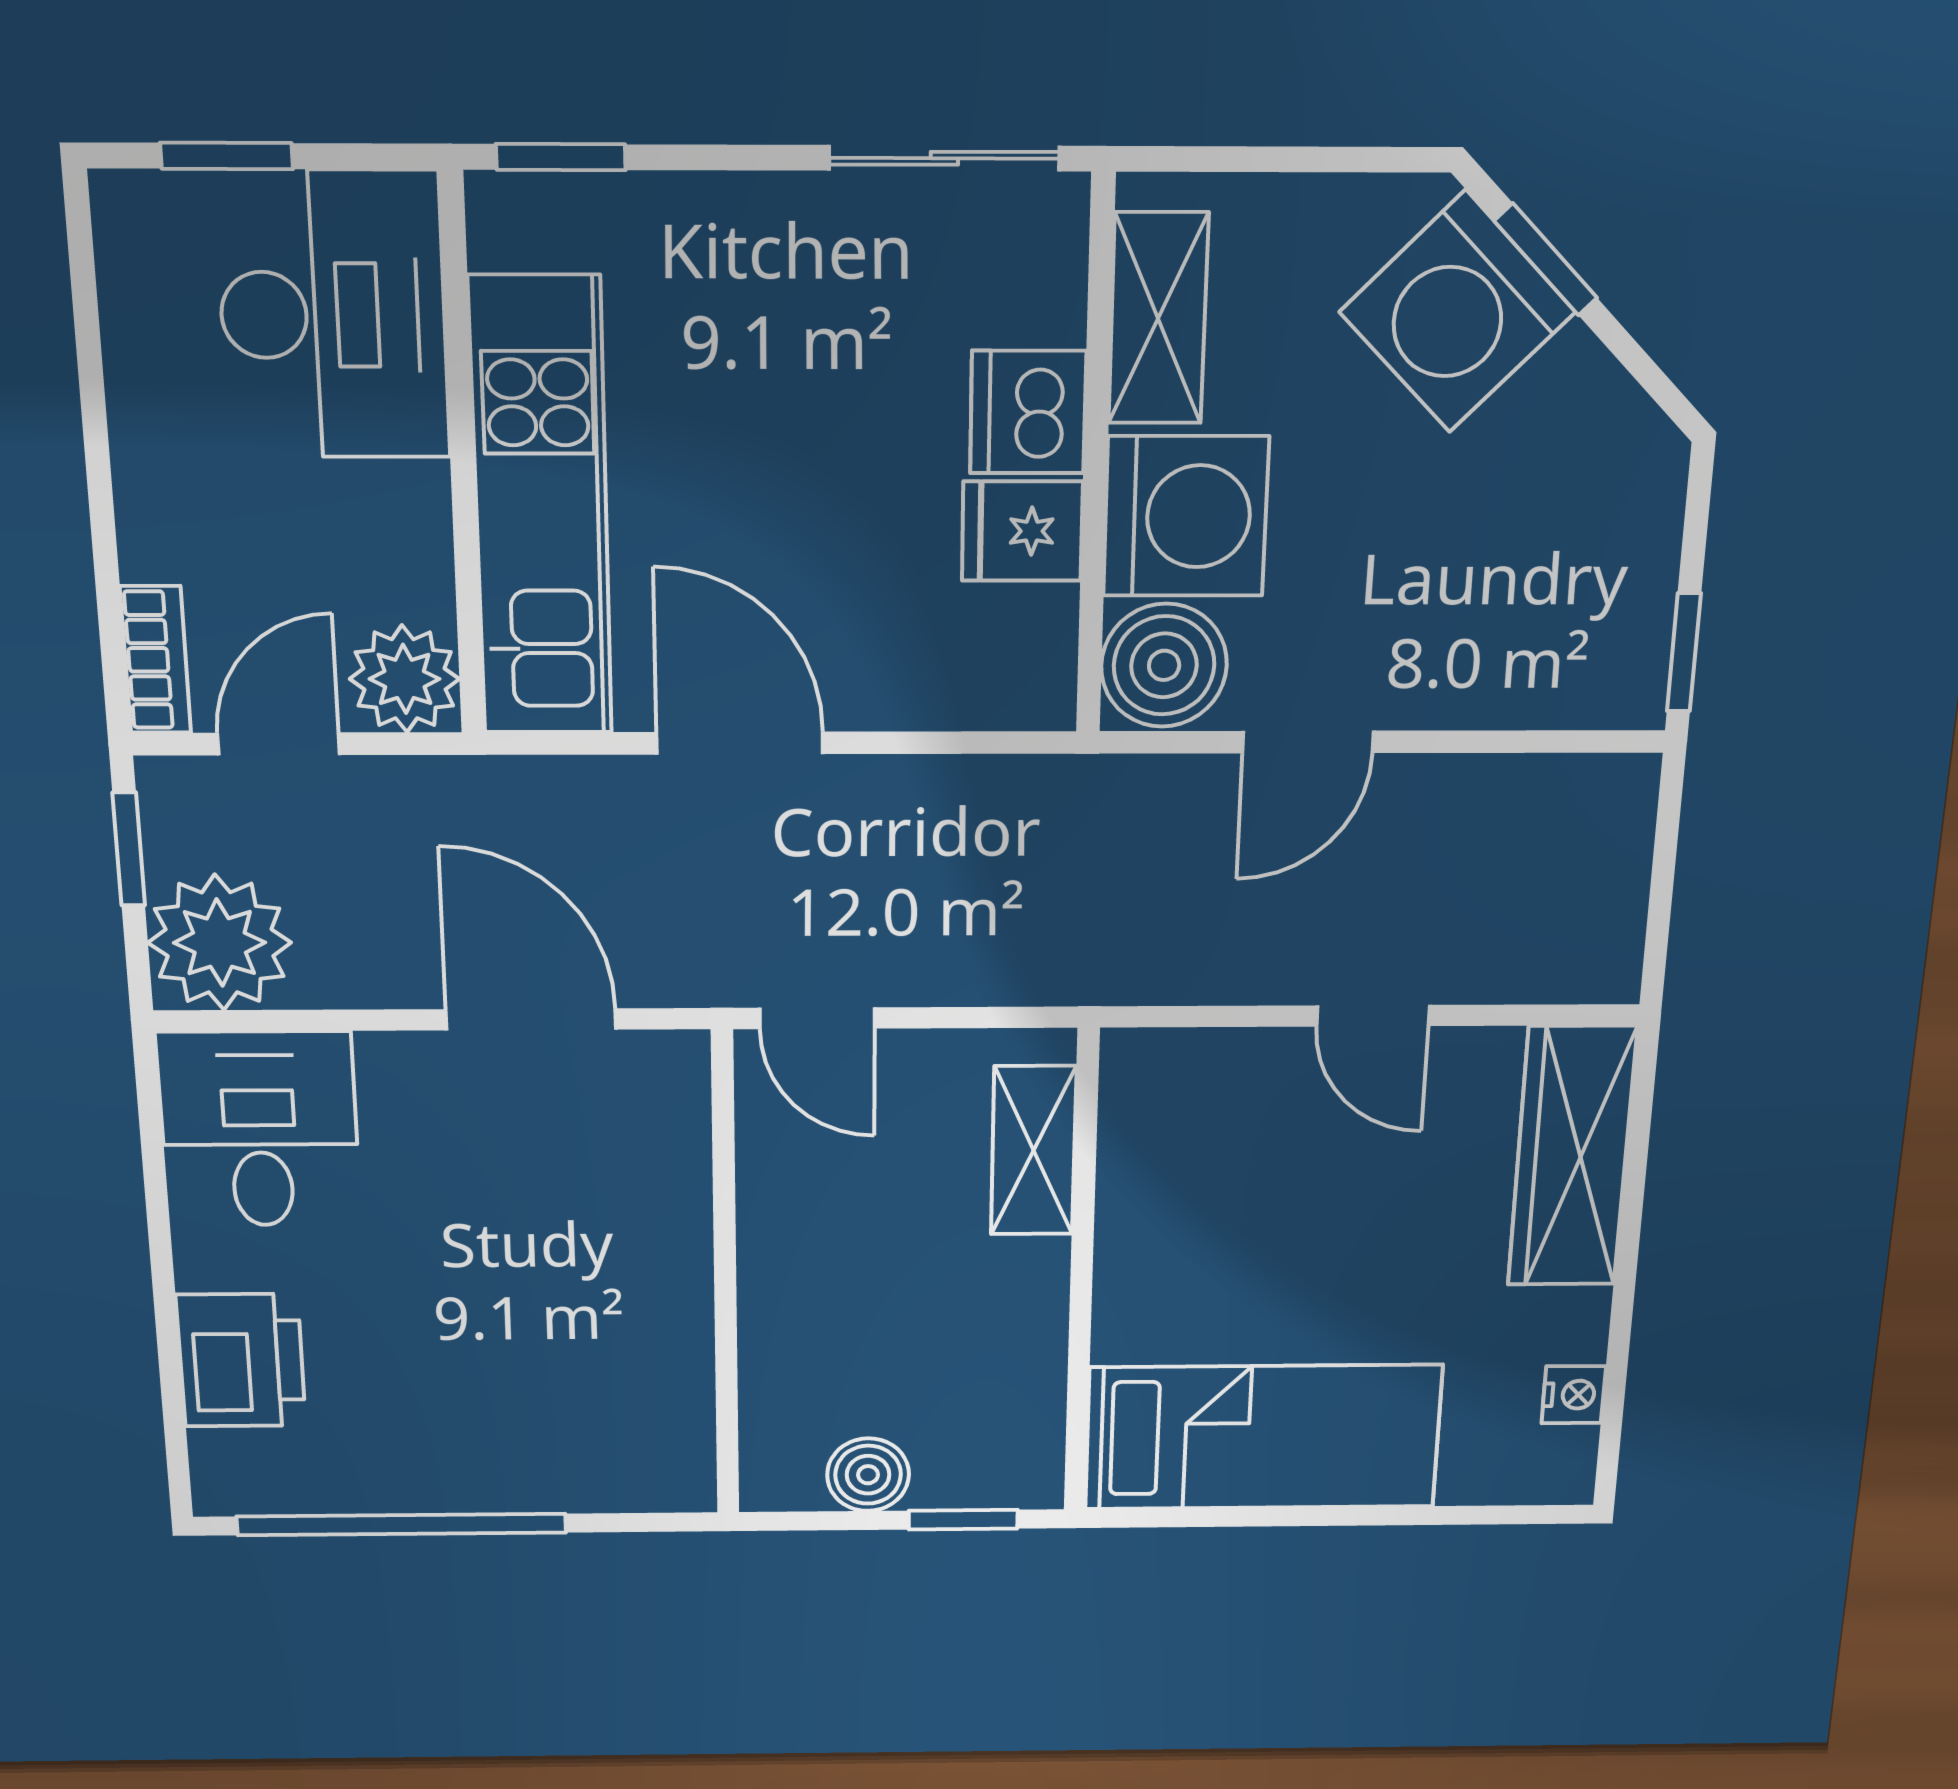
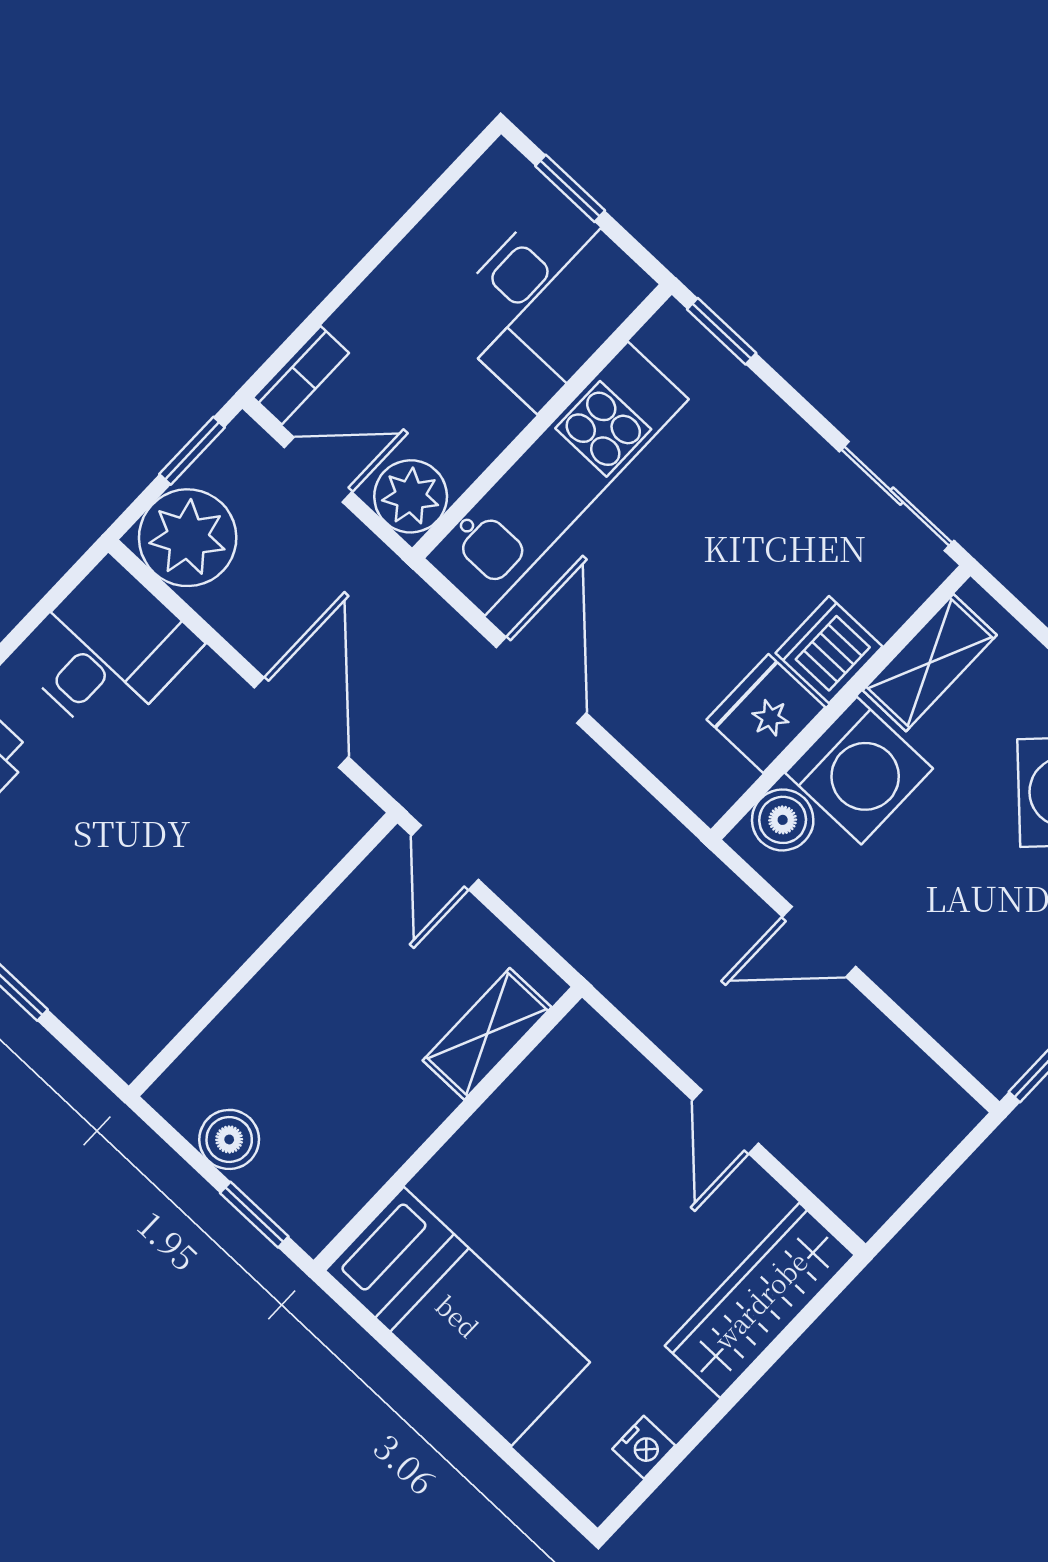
fridge: (1022, 531) -> (766, 713), width x1.38
boiler: (1164, 665) -> (783, 820), width x0.73, depth x0.73

